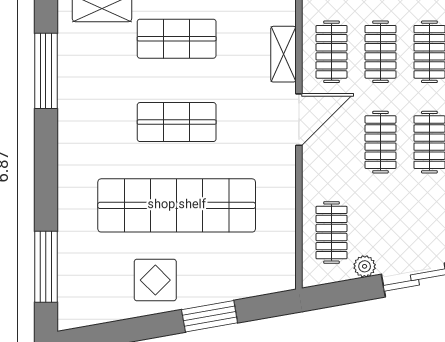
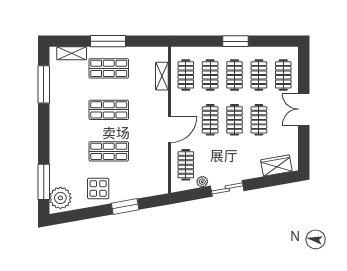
door: (299, 120) -> (170, 130), moved
shop shelf: (177, 205) -> (109, 151), width x0.50, depth x0.74
plant: (79, 299) -> (60, 198), added

